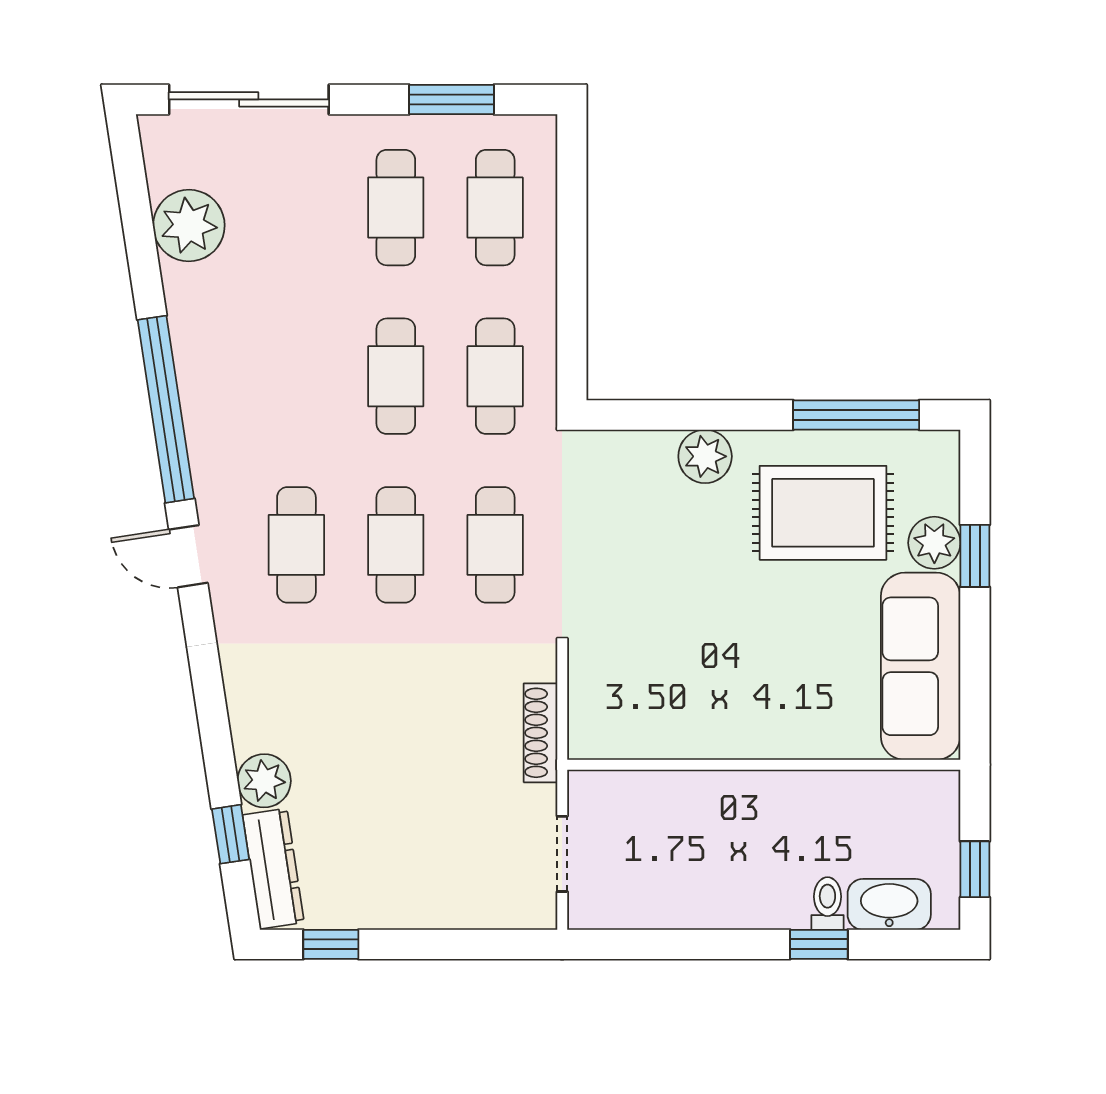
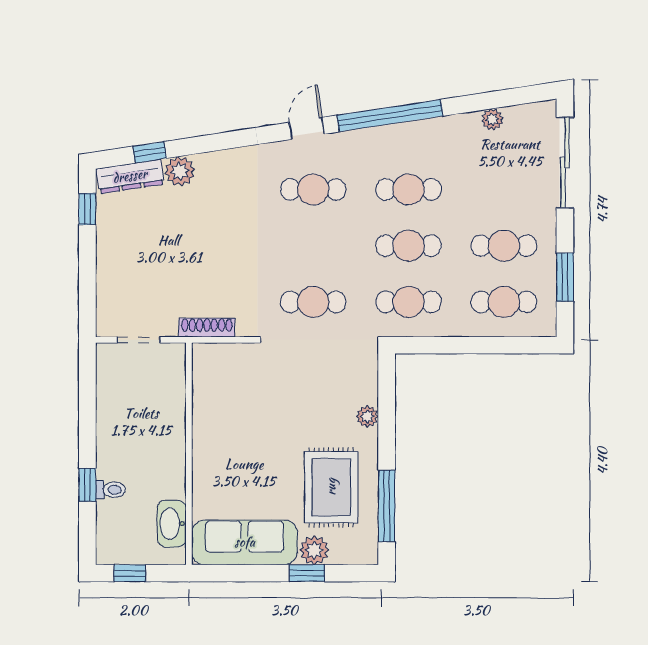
plant: (189, 226) -> (492, 119), width x0.53, depth x0.53
plant: (705, 456) -> (367, 416), width x0.73, depth x0.73
cafe table: (396, 545) -> (408, 190), moved
washbasin: (889, 904) -> (172, 524), moved, turned 180

